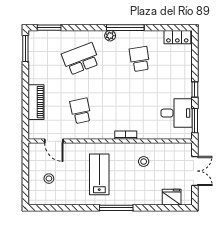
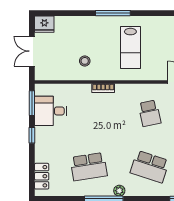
locker: (177, 37) -> (42, 176), moved, turned 90
school desk: (81, 59) -> (150, 167), turned 39
school desk: (140, 59) -> (89, 167), width x1.85
fridge: (172, 197) -> (44, 24), moved

